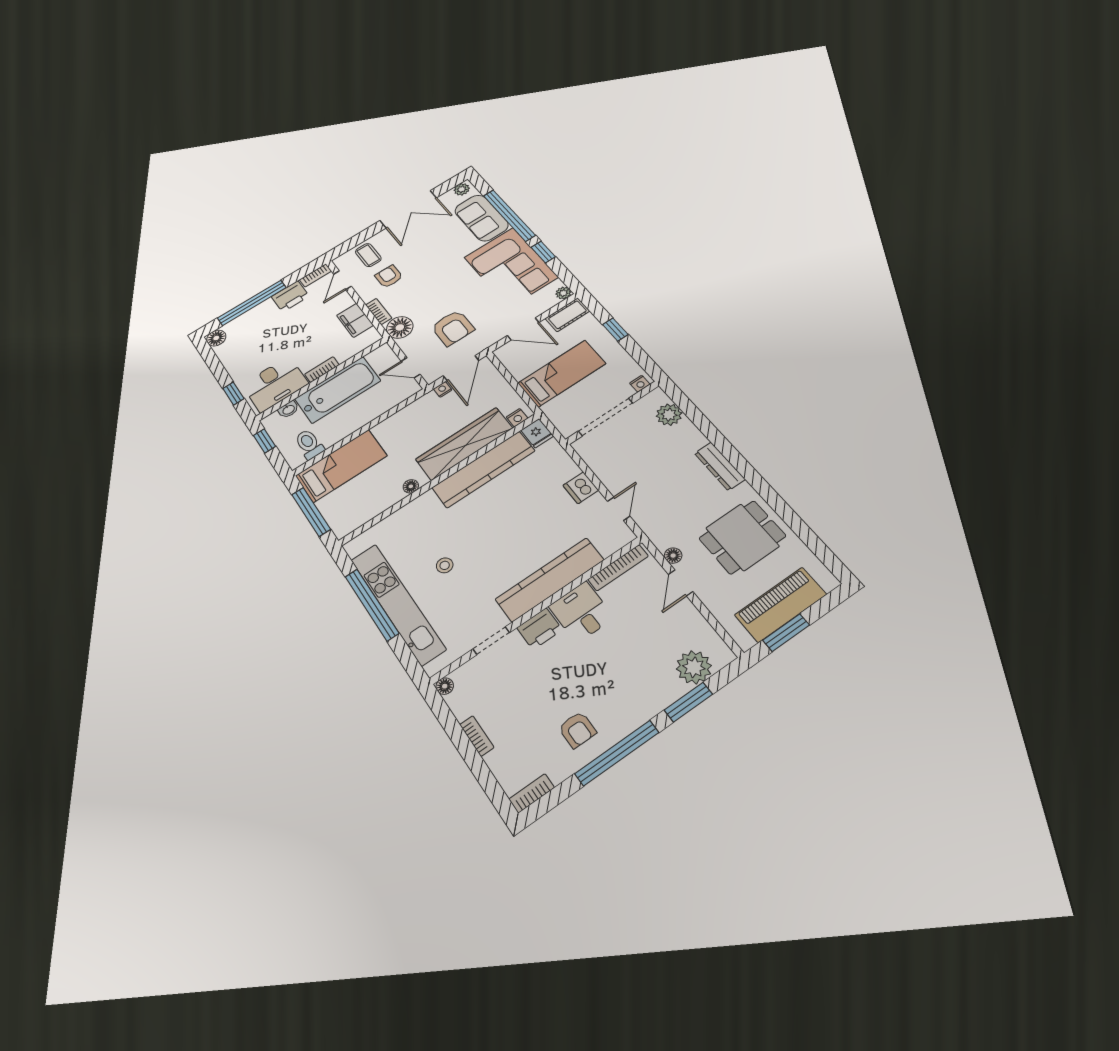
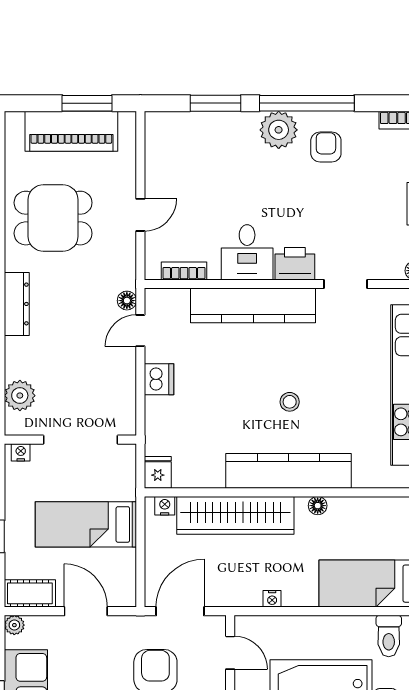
nightstand: (443, 389) -> (272, 599), moved
kitchen counter: (483, 469) -> (288, 471), moved
floor lamp: (673, 556) -> (127, 301), moved
stool: (445, 565) -> (290, 402), moved
bookcase: (618, 568) -> (184, 271), width x0.64
plant: (694, 667) -> (279, 130), moved

